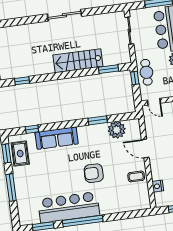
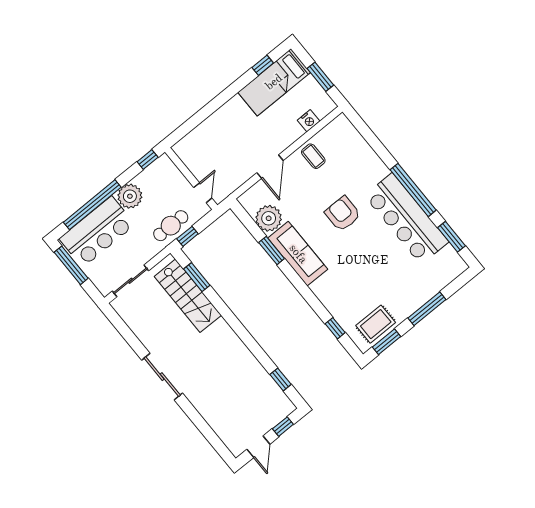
stairs: (78, 61) -> (188, 296), moved
sofa: (57, 138) -> (298, 254), moved
armchair: (94, 173) -> (343, 214), turned 180

